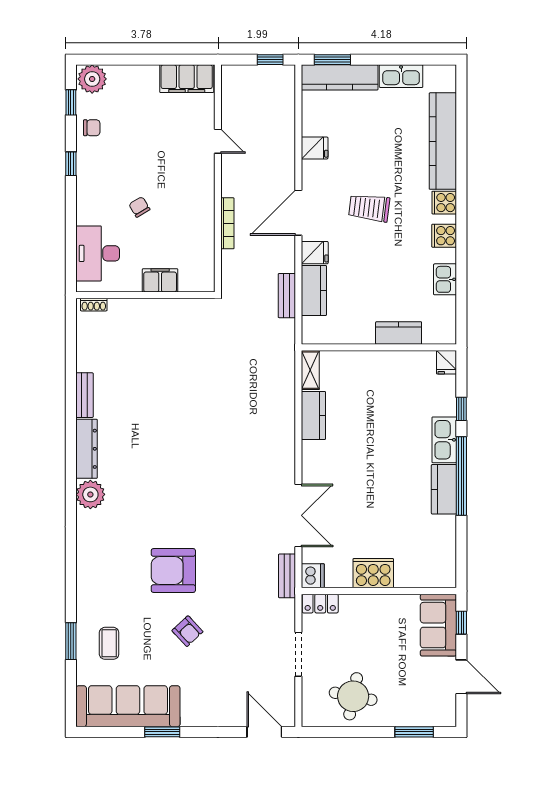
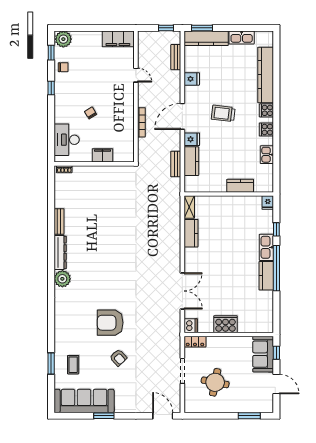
bench: (287, 576) -> (176, 57), moved
round table: (353, 696) -> (215, 382), moved

